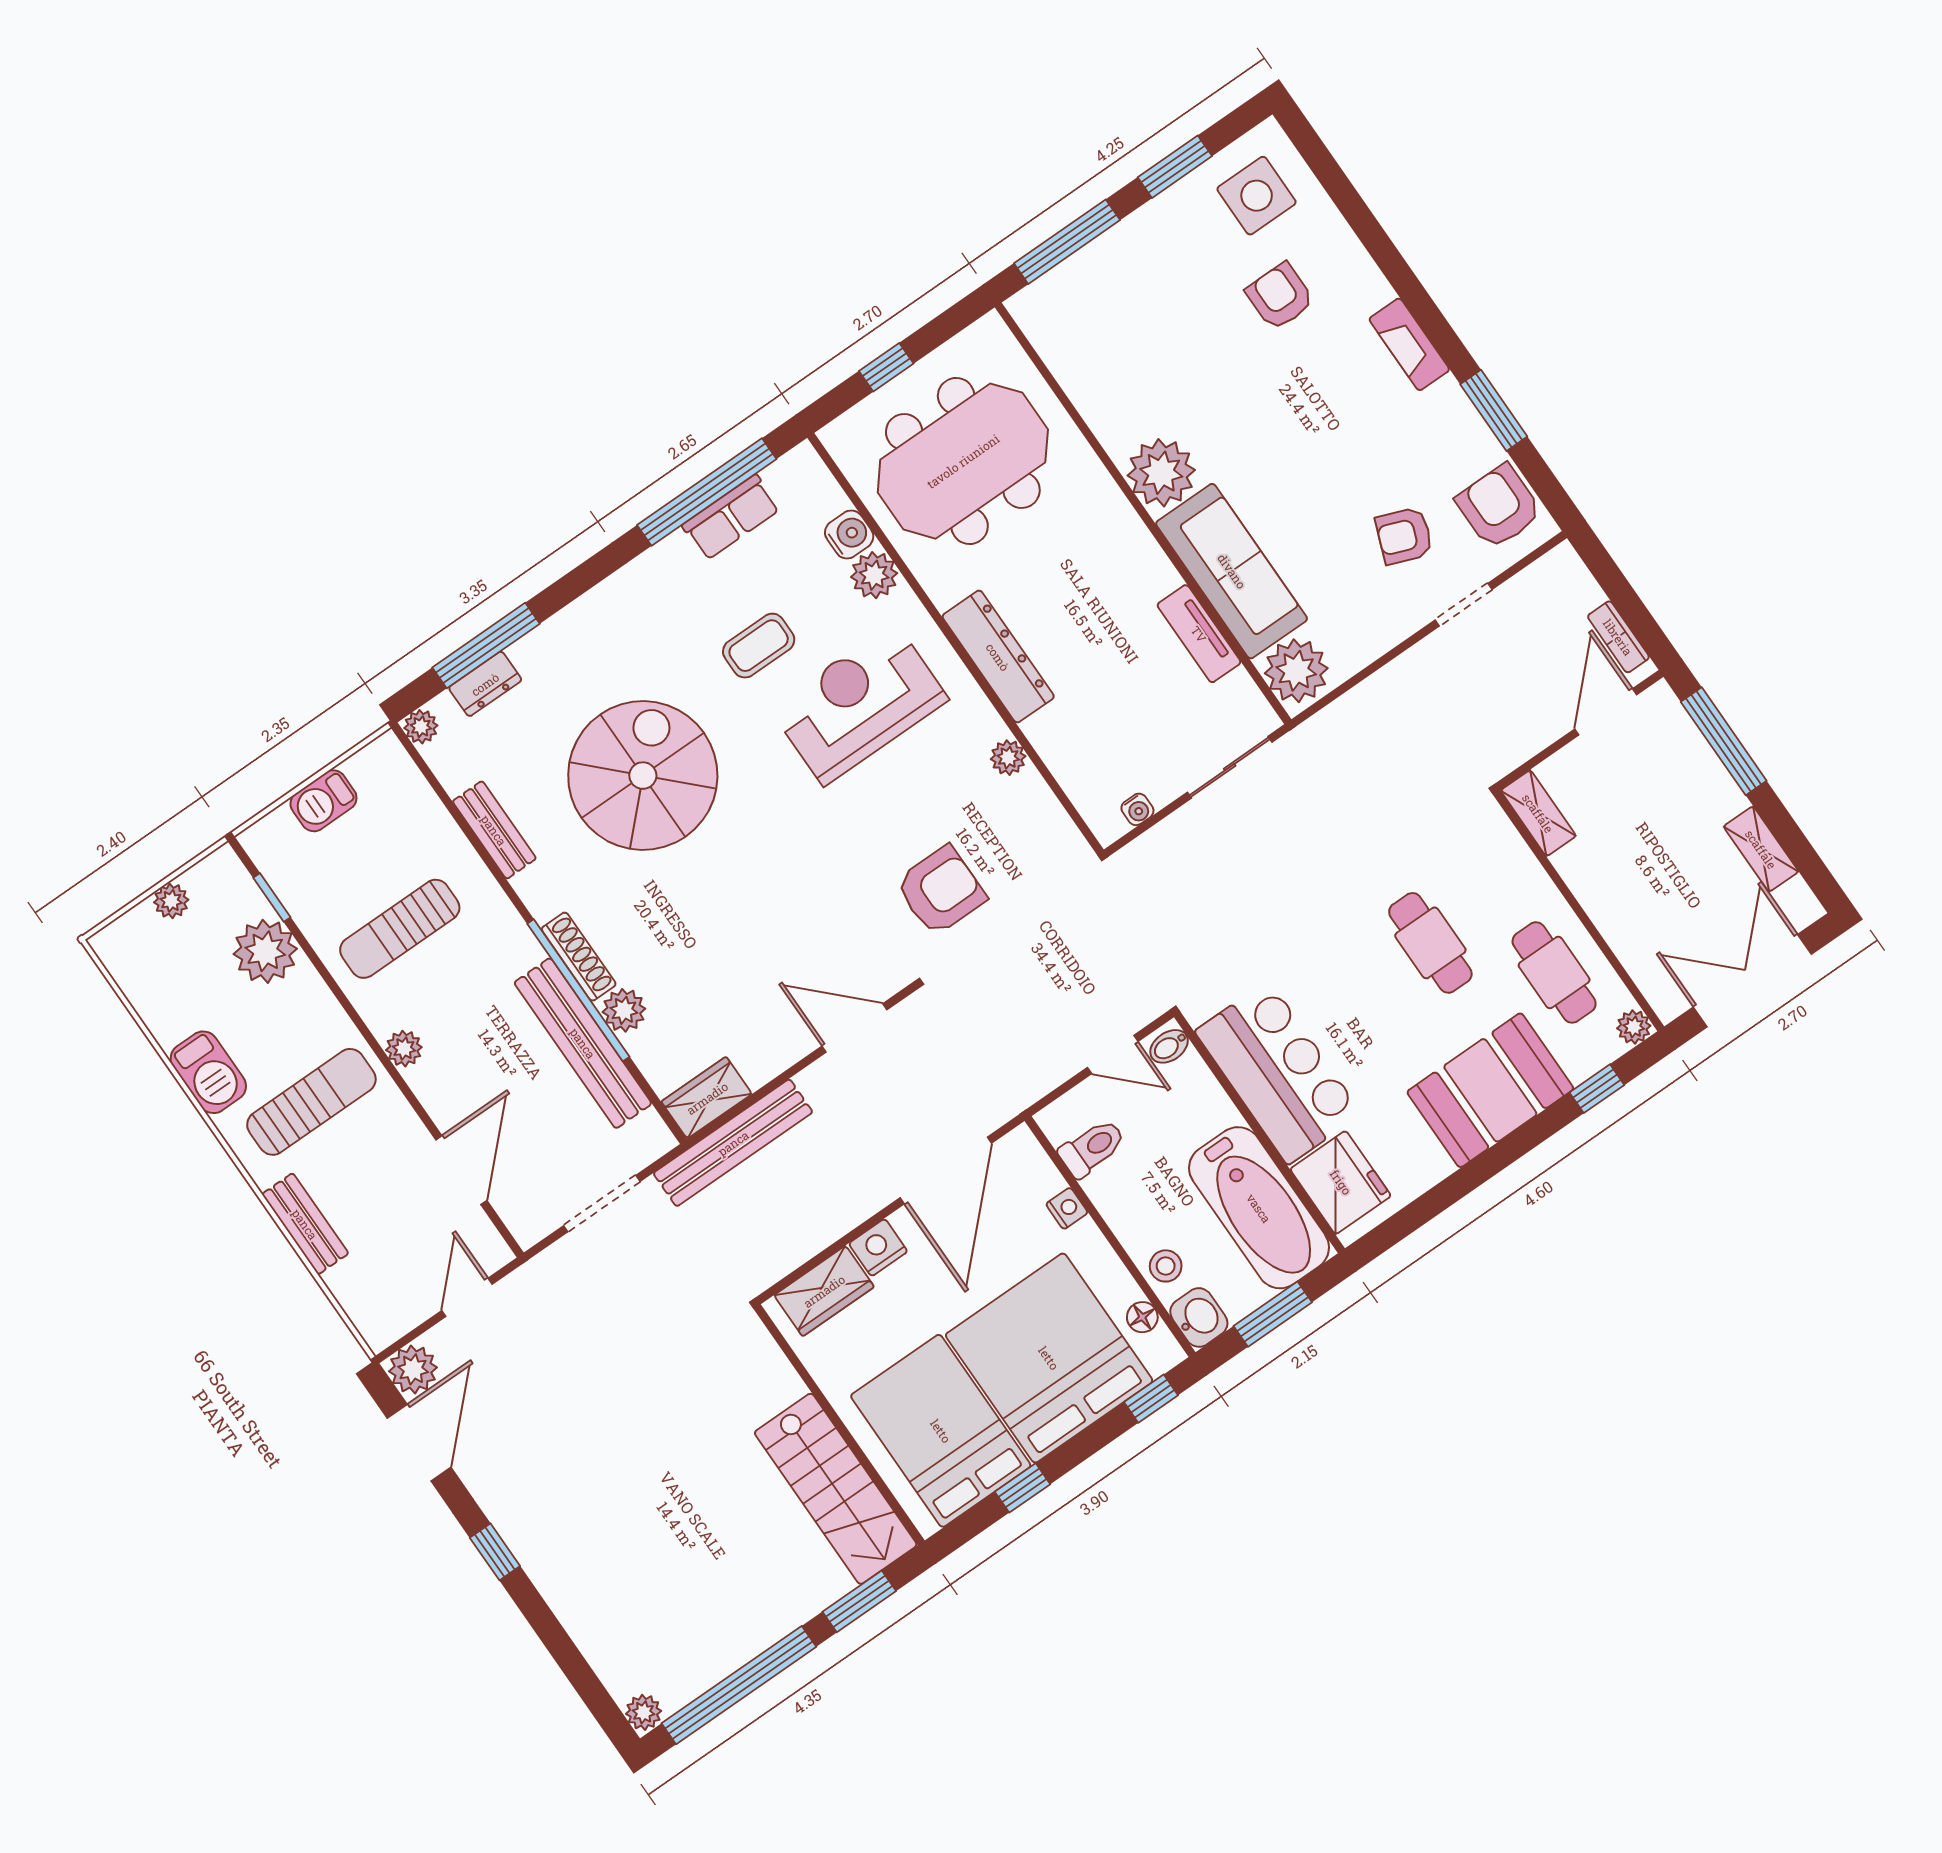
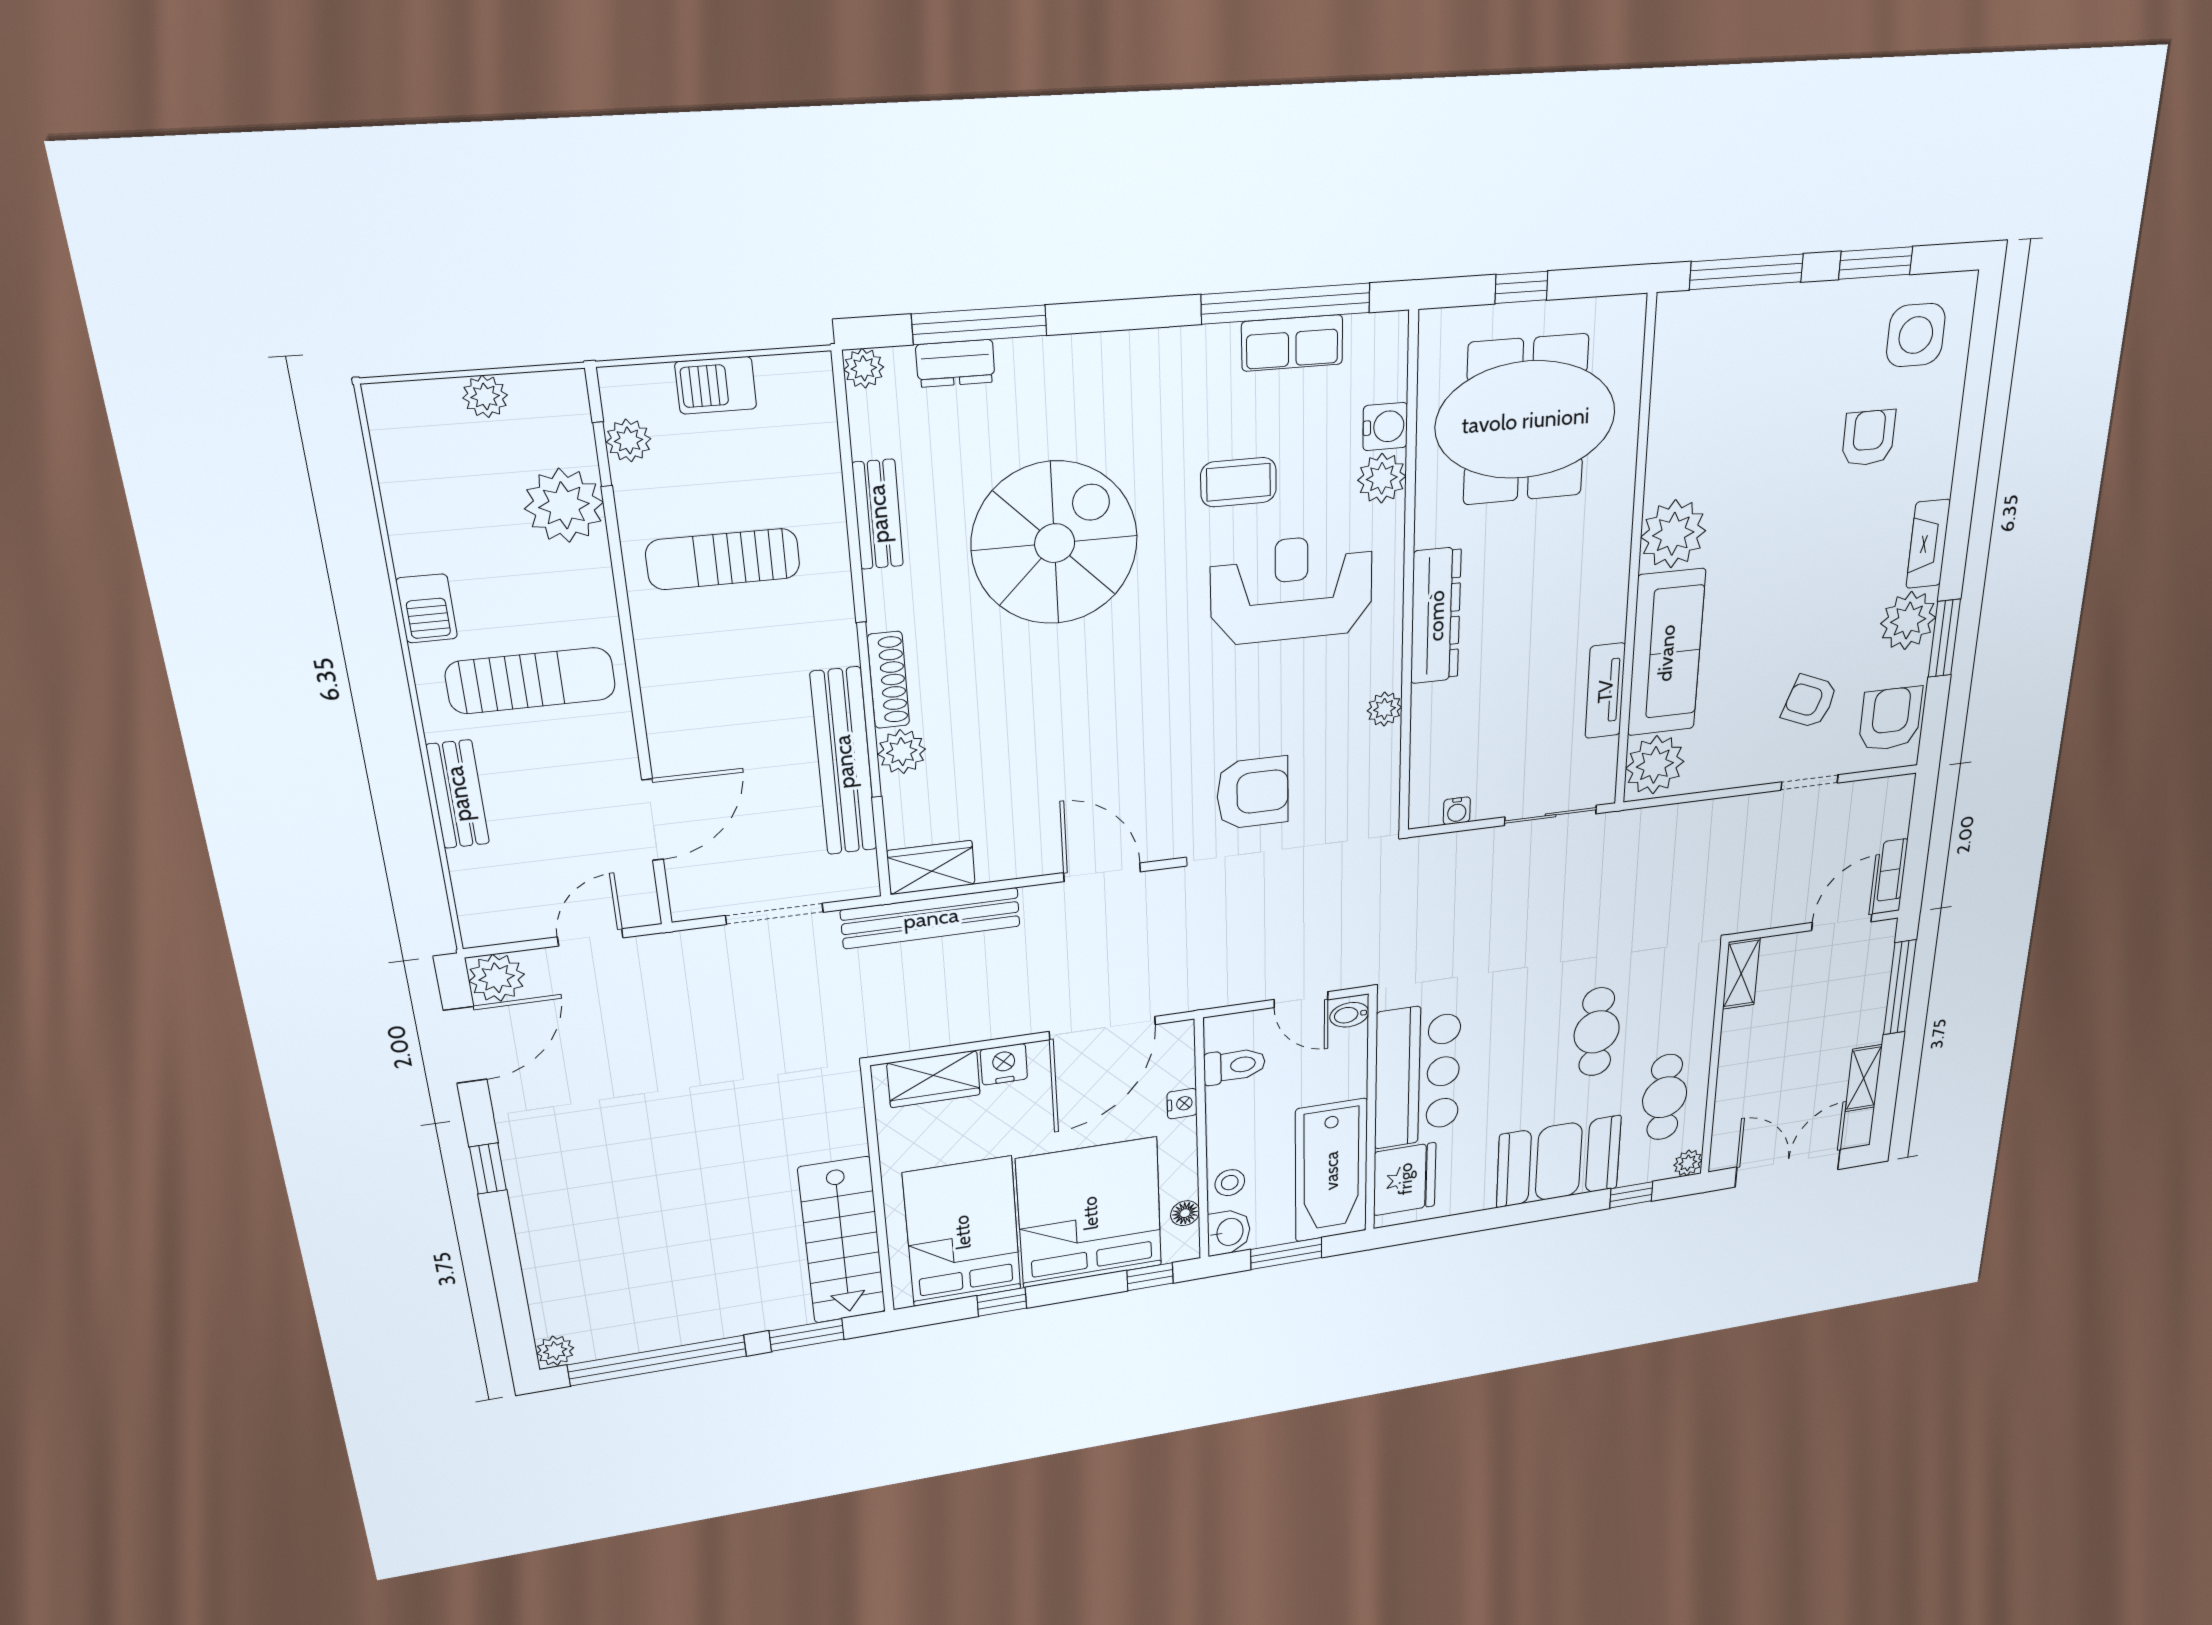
plant: (1444, 416) -> (1908, 621), added
plant: (404, 1049) -> (629, 440), moved
barbecue: (208, 1072) -> (427, 608), width x0.73, depth x0.79

